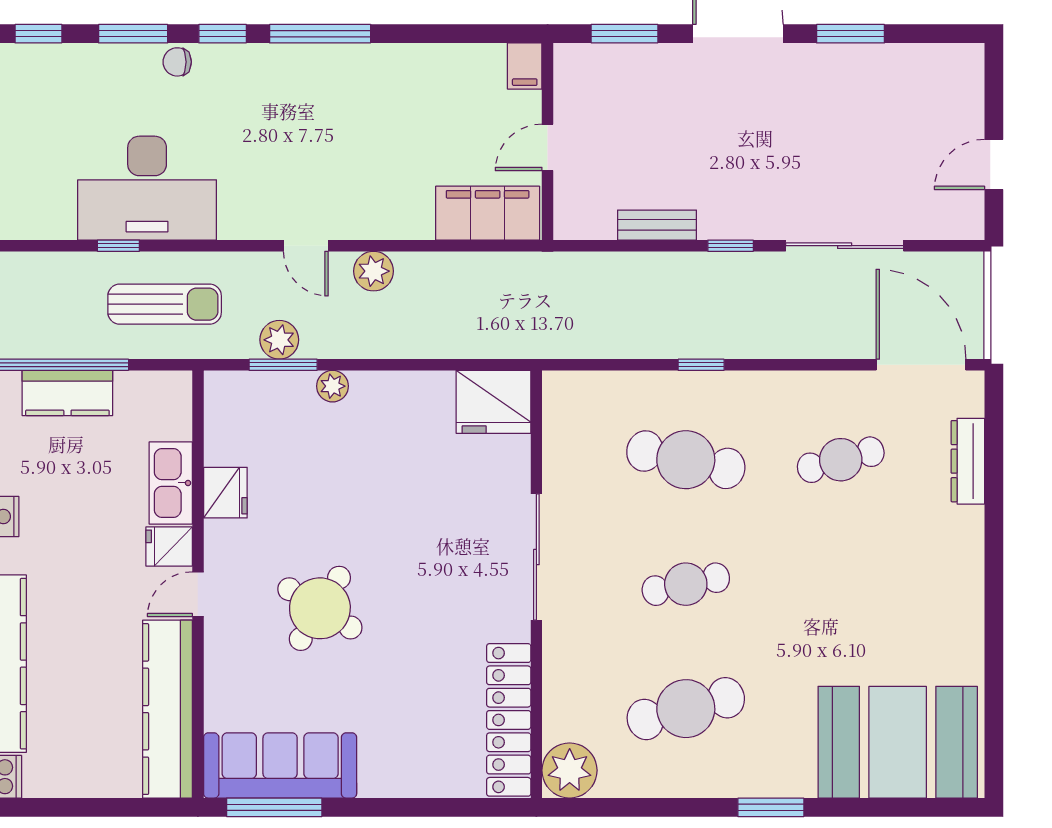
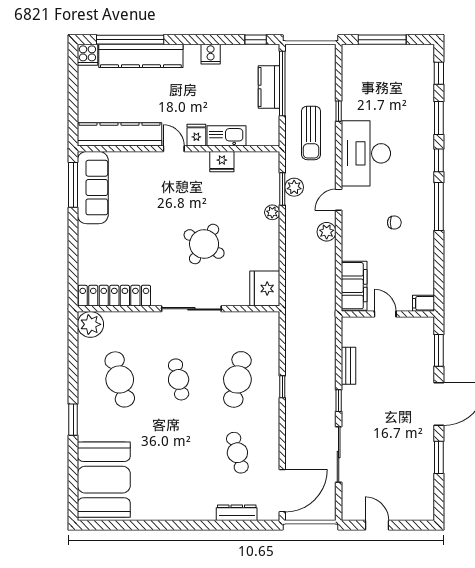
chair: (177, 62) -> (394, 223), moved, turned 90
desk: (147, 188) -> (366, 153), moved
round table: (320, 608) -> (204, 244), moved

